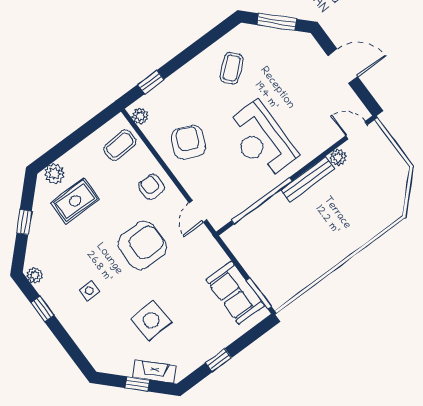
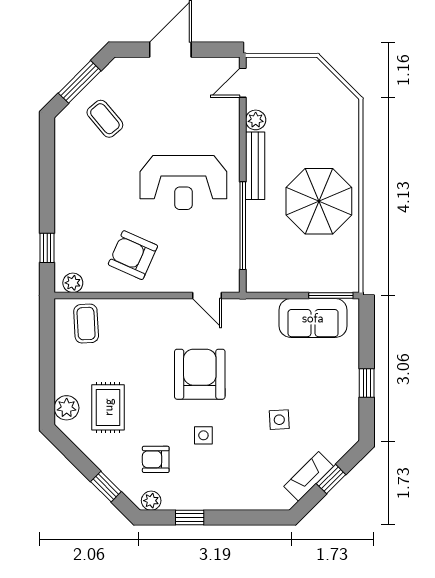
coffee table: (232, 68) -> (105, 119), moved
armchair: (151, 187) -> (156, 459), moved
window: (24, 222) -> (106, 487), moved
parasol: (316, 239) -> (319, 201), added
side table: (90, 291) -> (203, 435), moved
side table: (151, 320) -> (279, 420), width x0.54, depth x0.54
fireplace: (155, 372) -> (309, 476), moved

